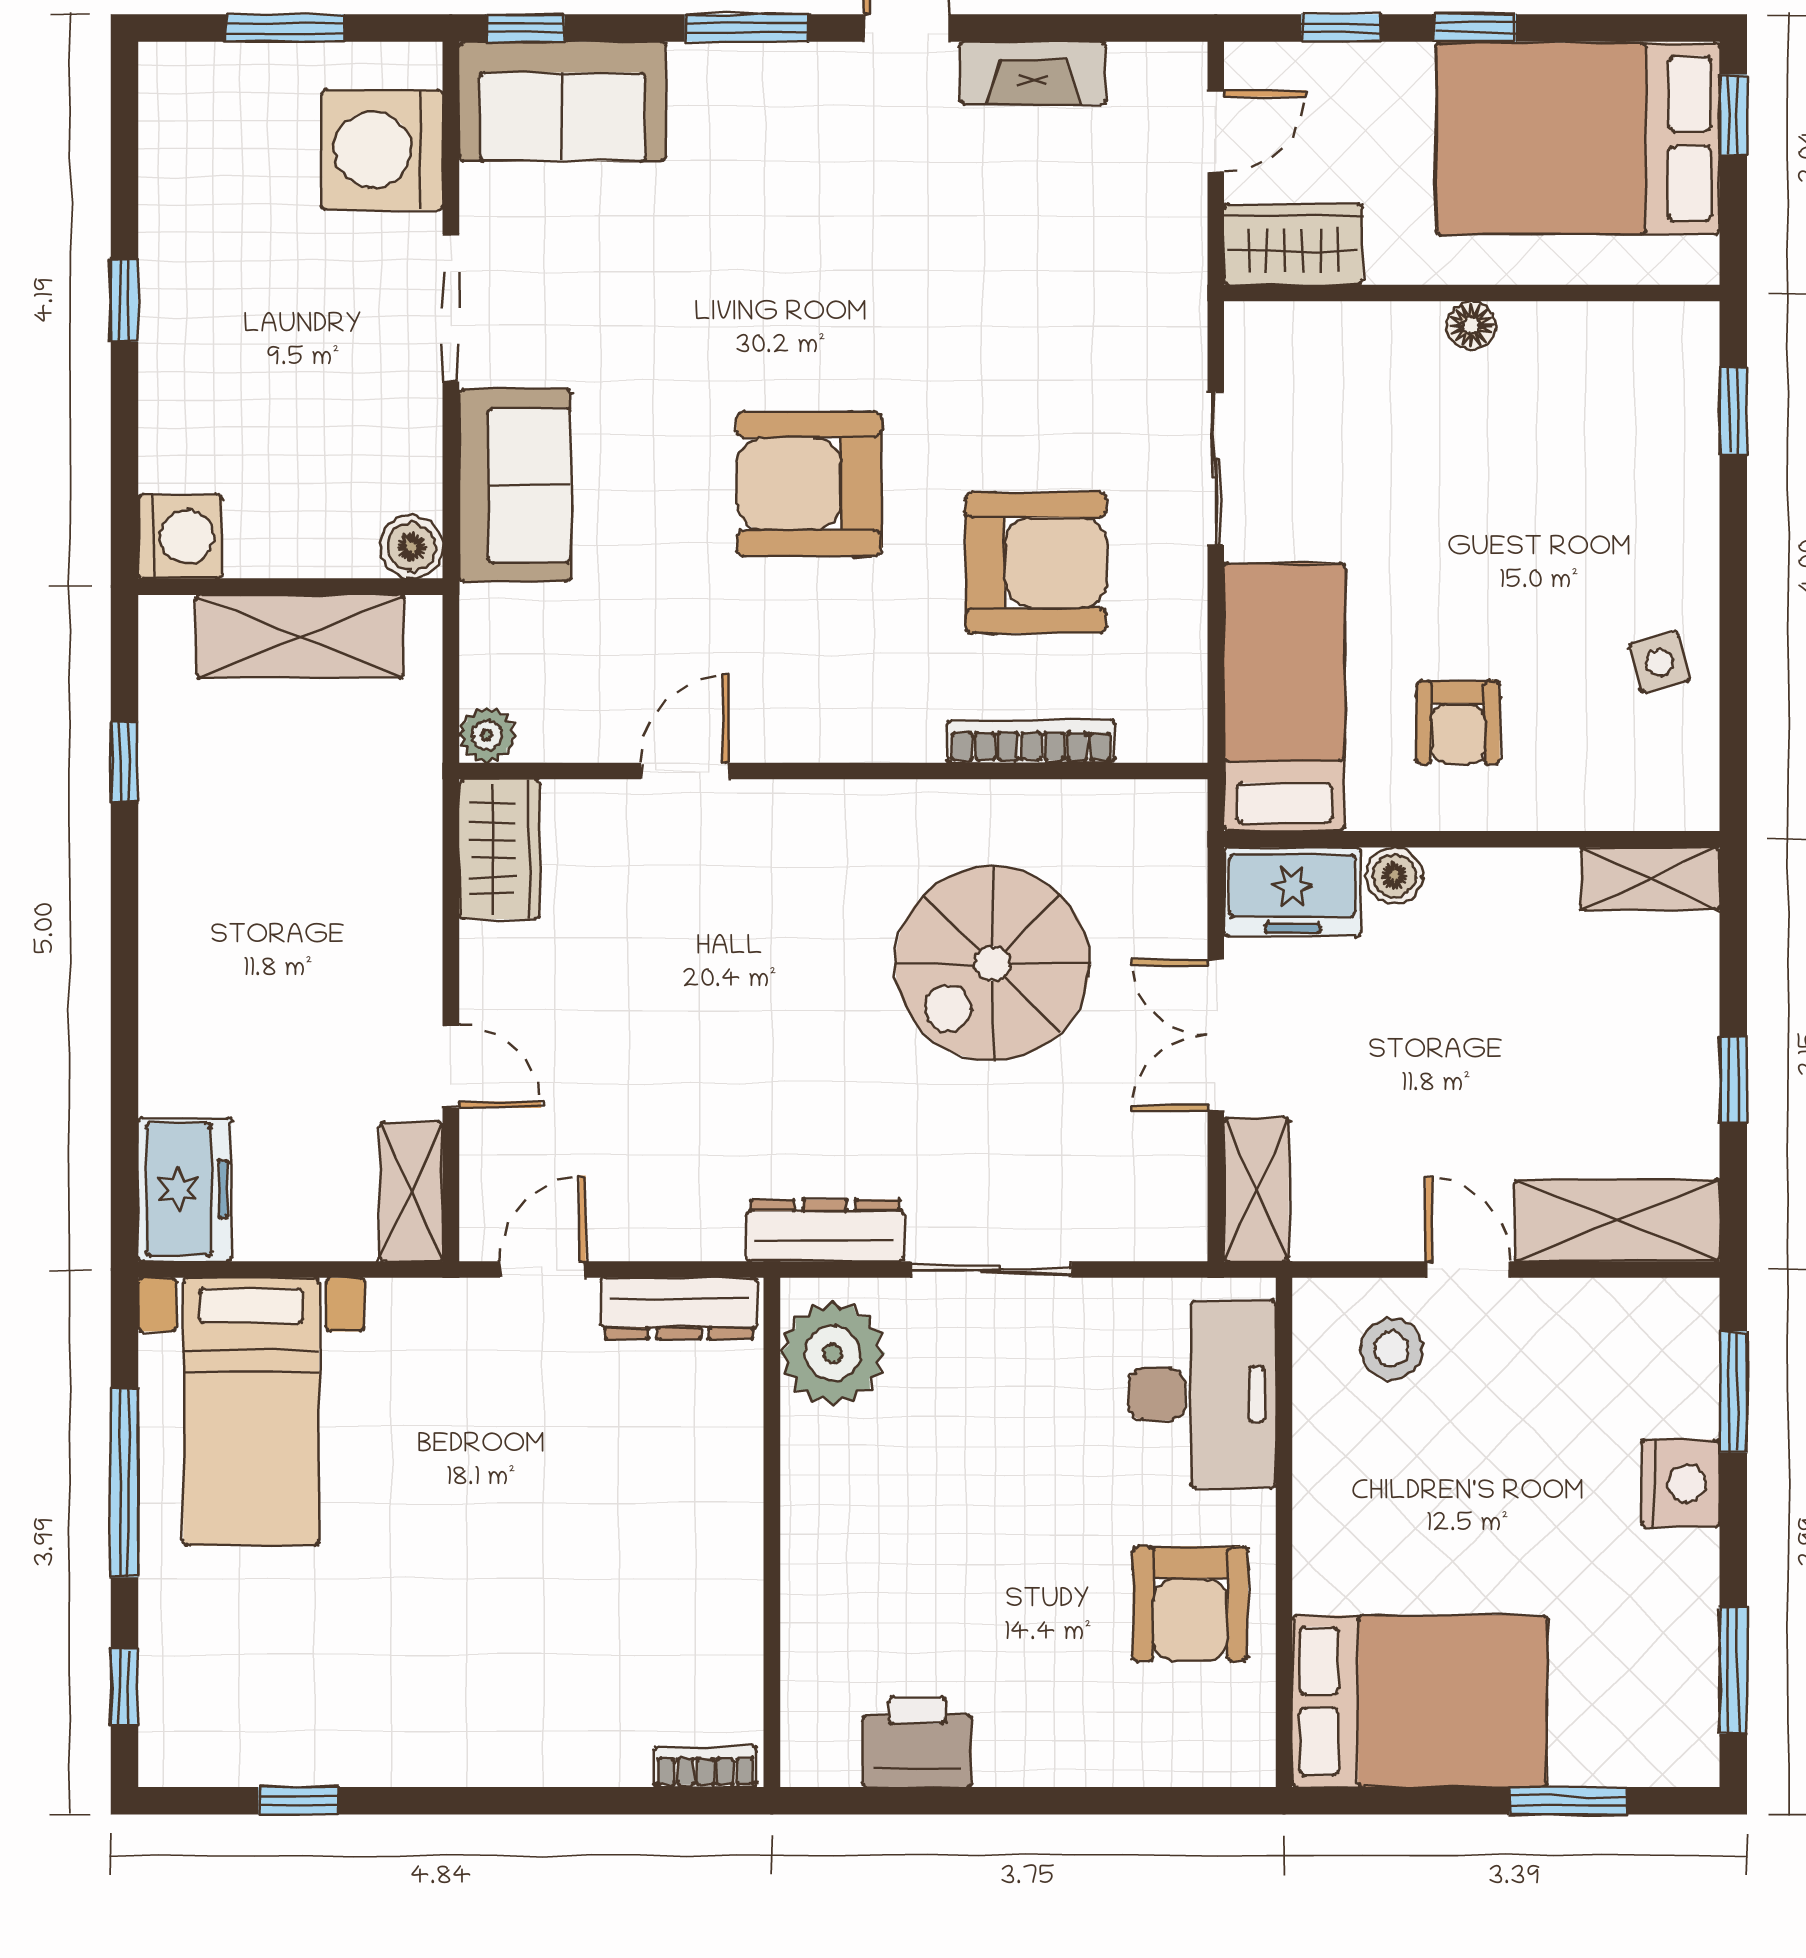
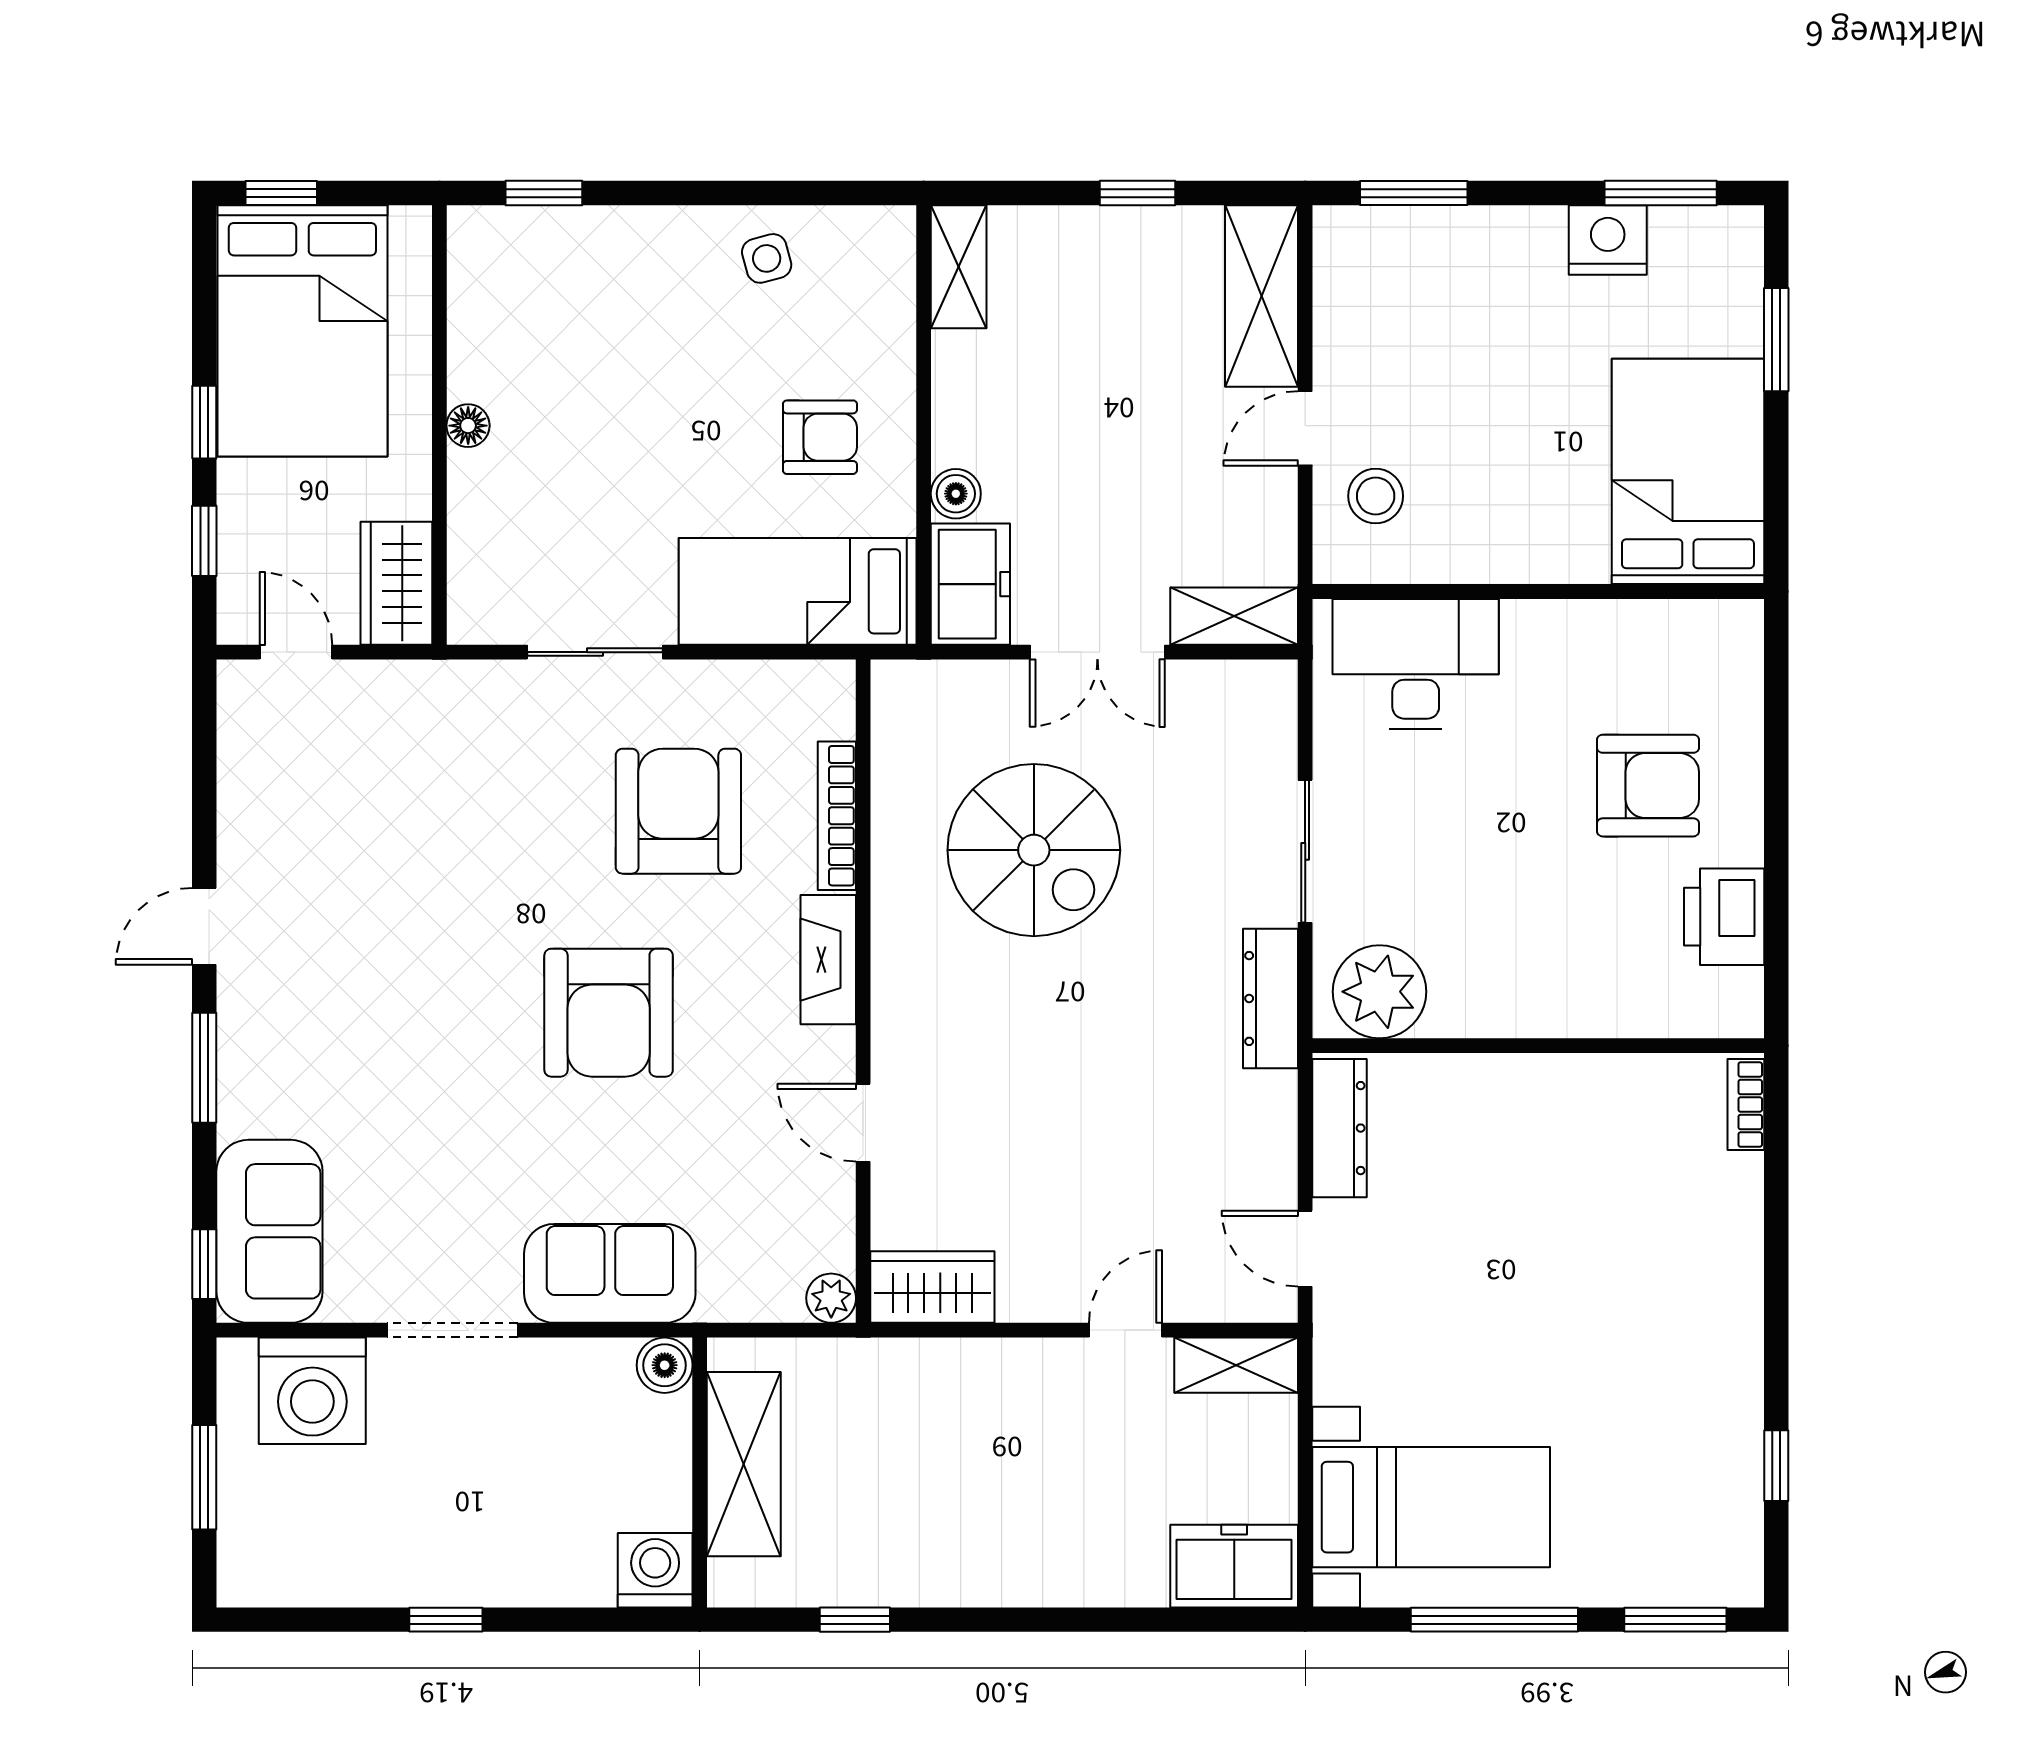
fireplace: (1033, 73) -> (828, 960), moved, turned 180
nightstand: (1680, 1483) -> (1608, 240), moved
armchair: (1190, 1604) -> (1648, 786), moved
window: (124, 1687) -> (1675, 1620), width x1.50

